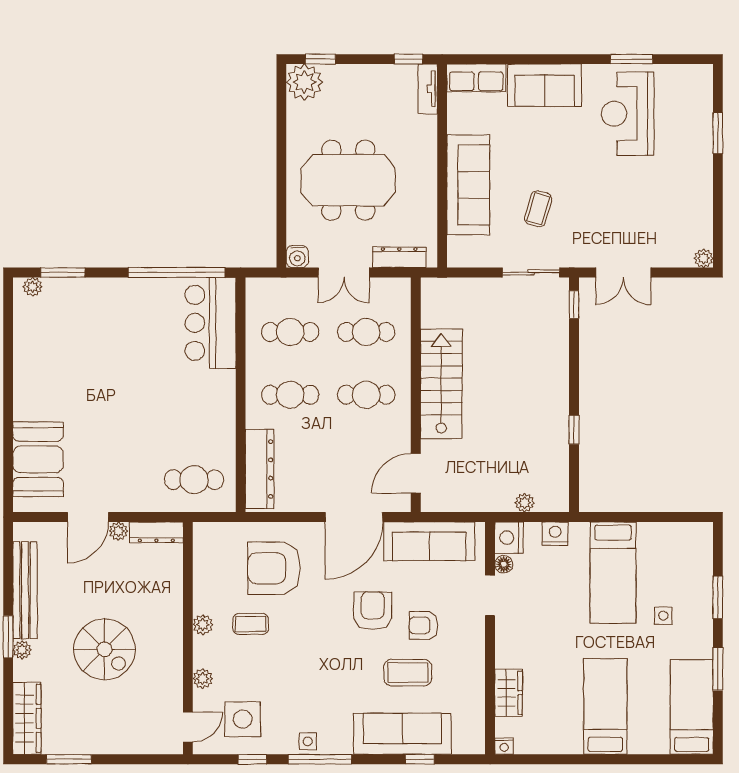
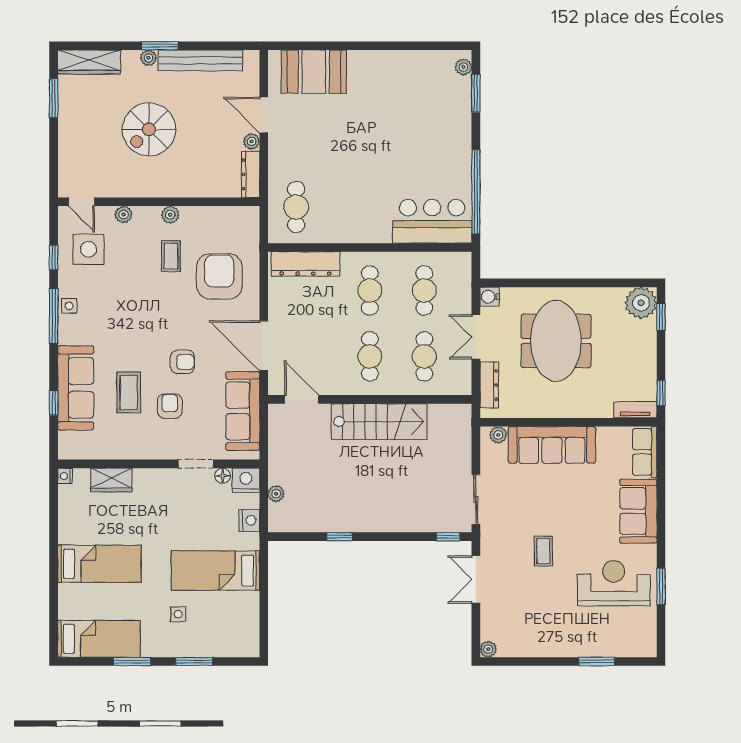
coffee table: (538, 209) -> (543, 551), moved, turned 74
plant: (457, 247) -> (498, 435), added
armchair: (373, 611) -> (182, 362), width x0.72, depth x0.72

